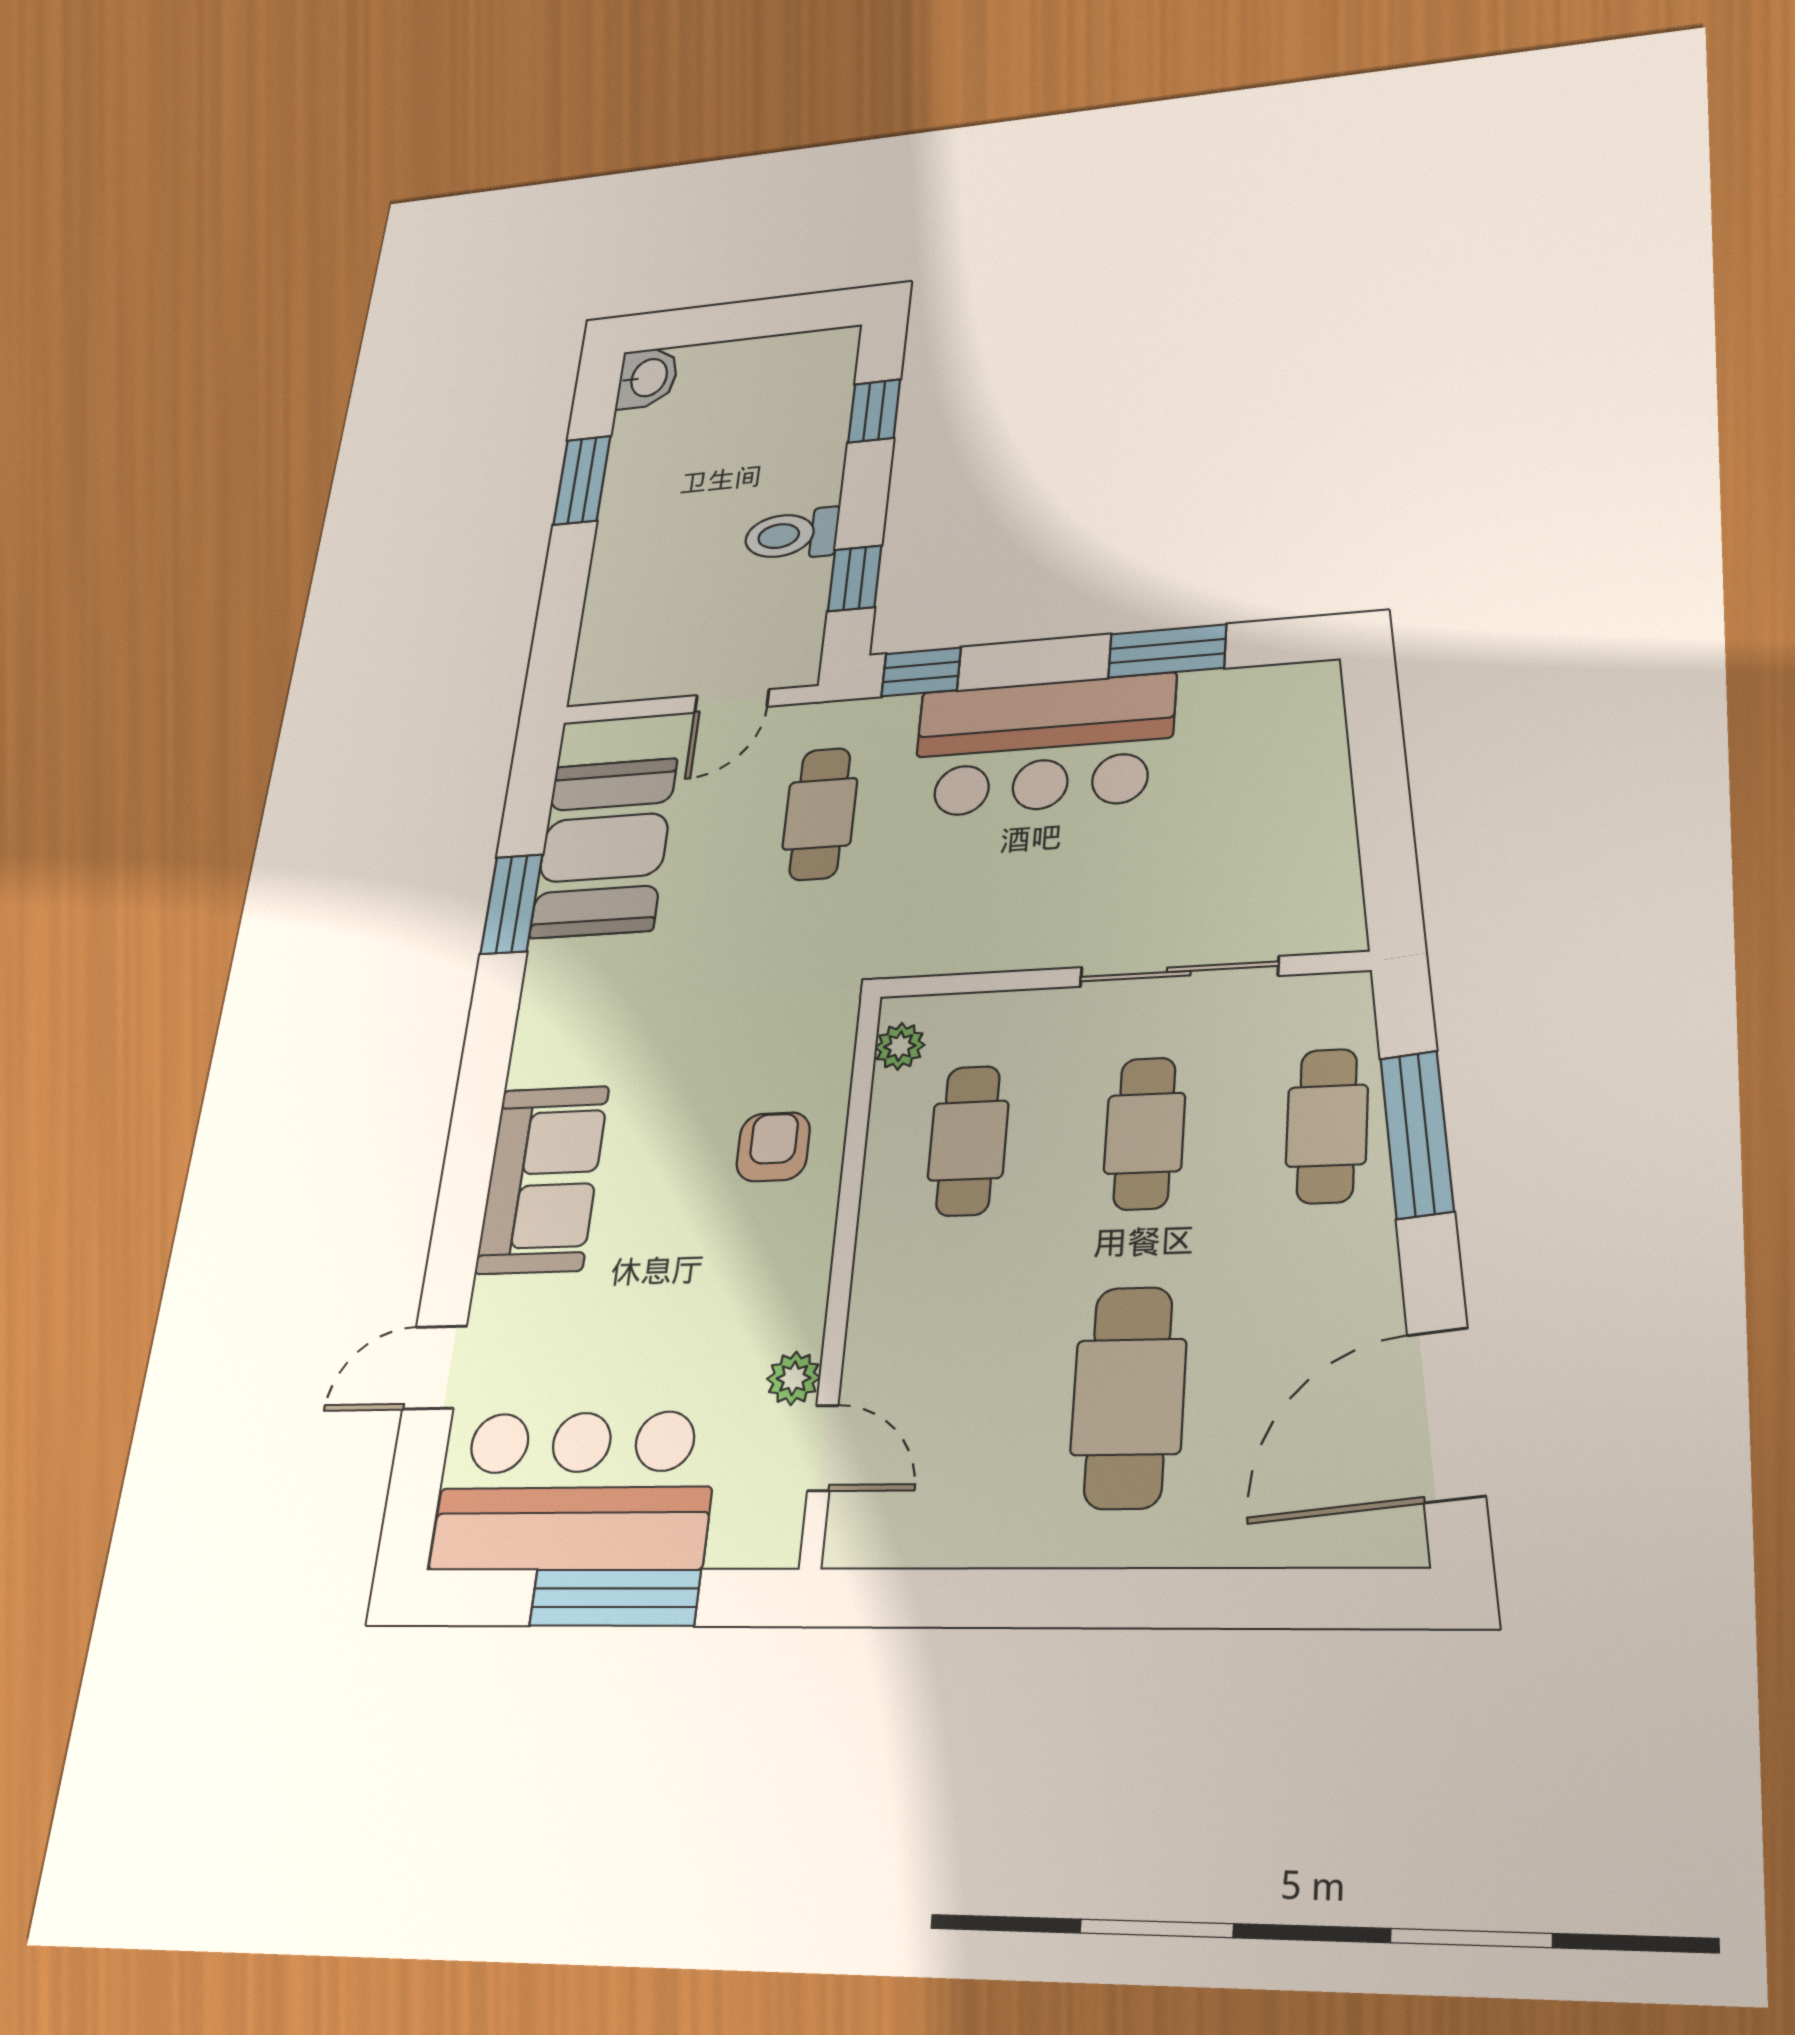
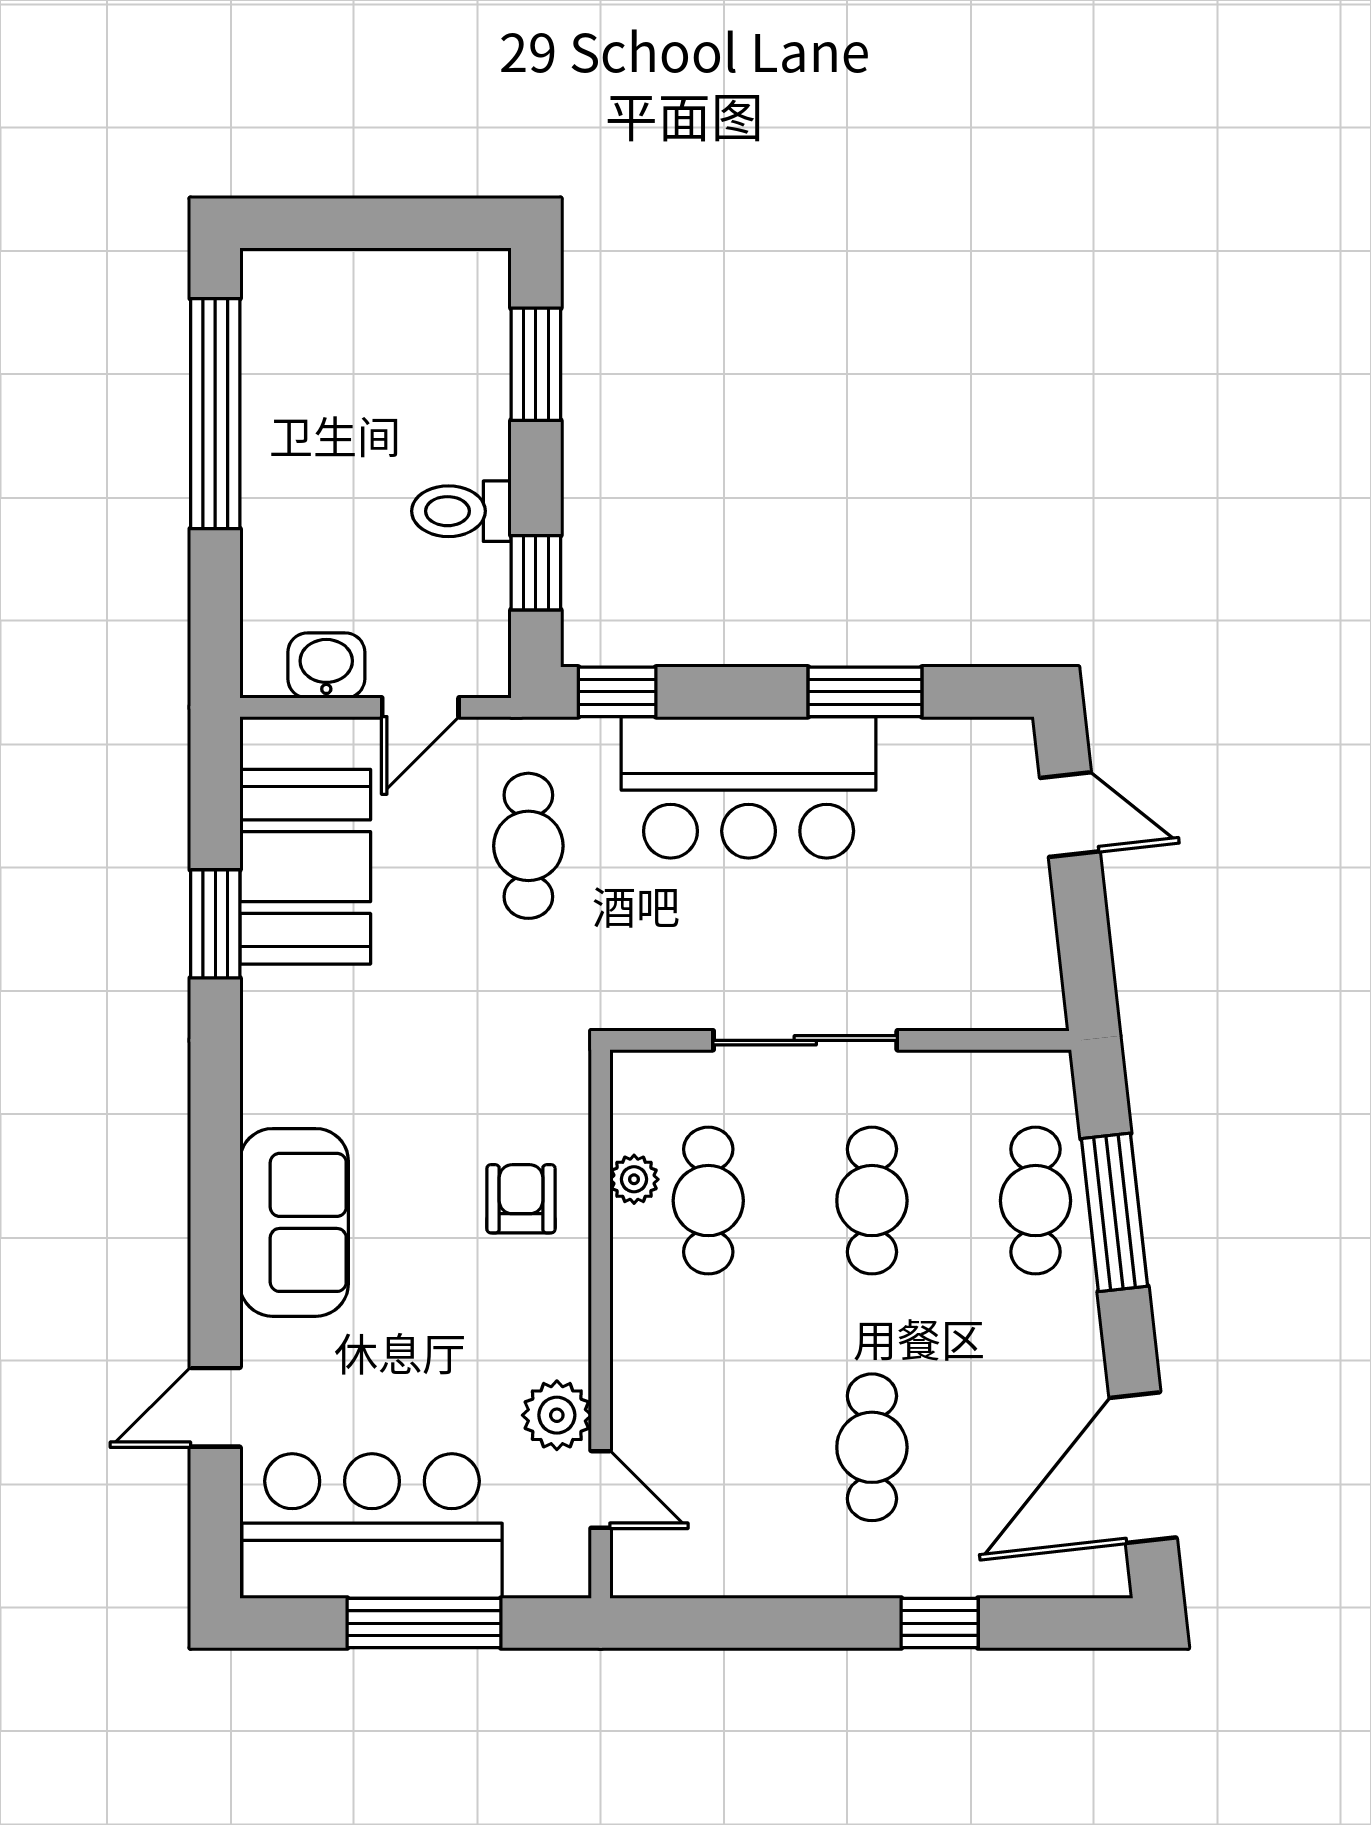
washbasin: (647, 378) -> (326, 665), moved, turned -90
window: (874, 411) -> (536, 364), width x1.50
window: (582, 480) -> (215, 414), width x2.11
door: (1376, 744) -> (1070, 815), added
sliding door: (1179, 971) -> (805, 1040), moved
plant: (900, 1046) -> (634, 1179), moved
plant: (794, 1378) -> (557, 1415), width x1.38, depth x1.38
cafe table: (1128, 1397) -> (872, 1447), width x0.73, depth x0.74
window: (1196, 1598) -> (940, 1623), added

